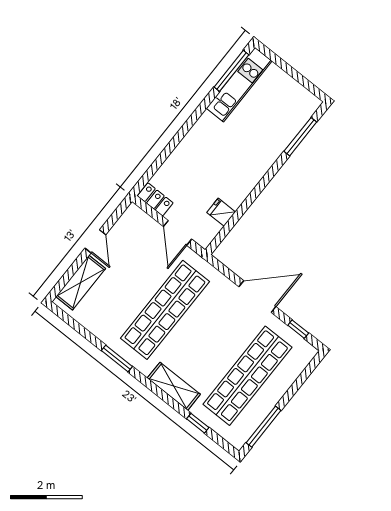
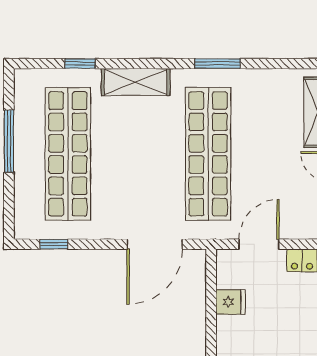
door: (177, 233) -> (259, 244), hinge flipped
door: (257, 297) -> (155, 244), moved
window: (264, 427) -> (9, 141), moved

